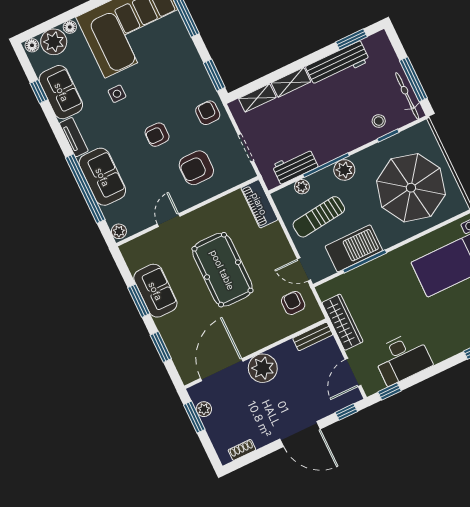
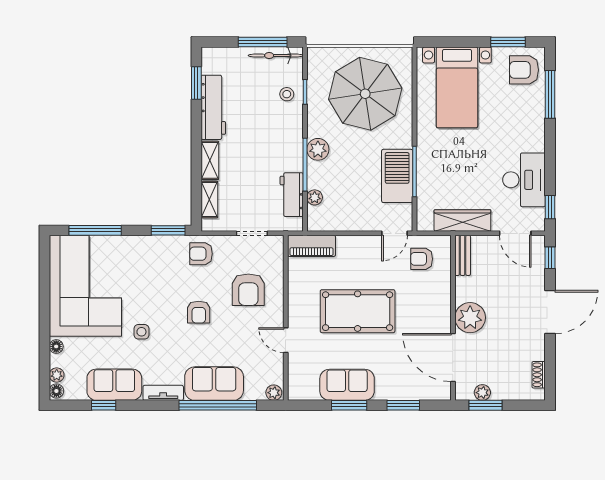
plant: (54, 42) -> (57, 375), width x0.53, depth x0.53
sun lounger: (319, 217) -> (351, 195), removed

